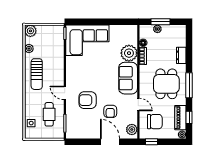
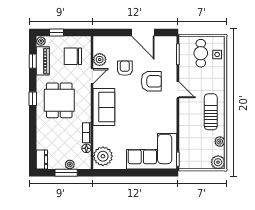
plant: (129, 53) -> (103, 156), moved
dresser: (181, 55) -> (42, 160), moved
window: (189, 85) -> (33, 99), width x0.46
door: (138, 105) -> (92, 76), swing flipped
cafe table: (49, 114) -> (201, 53), moved
plant: (132, 129) -> (100, 60), moved
door: (110, 142) -> (143, 33), moved
window: (151, 142) -> (56, 33), moved

